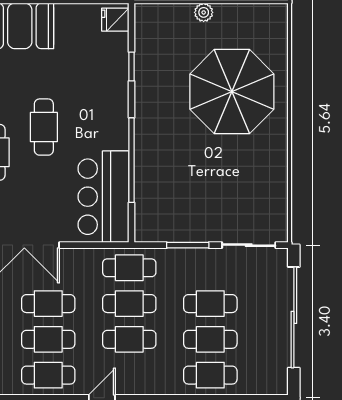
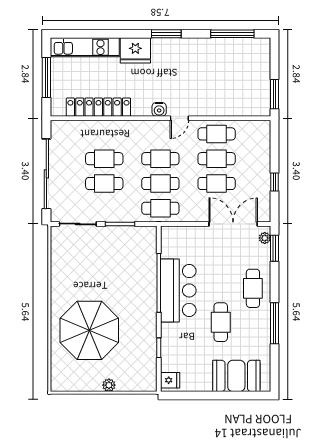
cafe table: (44, 127) -> (221, 322), moved
bar counter: (103, 197) -> (178, 290), moved
cafe table: (210, 375) -> (104, 134), removed

